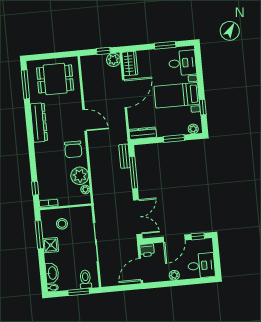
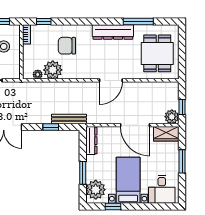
window: (165, 45) -> (182, 161), moved
window: (25, 84) -> (138, 22), moved
plant: (193, 129) -> (96, 190), width x1.87, depth x1.87
chair: (73, 149) -> (67, 46), moved
bench: (124, 156) -> (69, 119), width x1.36
window: (134, 173) -> (51, 127), width x0.46

